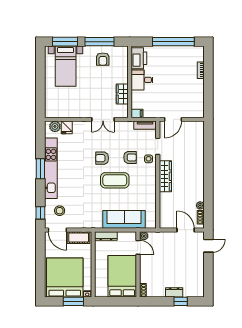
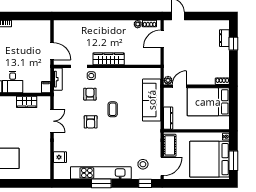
plant: (55, 126) -> (59, 169), removed
coffee table: (115, 180) -> (113, 109), width x0.54, depth x0.58
dresser: (174, 292) -> (224, 38), moved
window: (73, 301) -> (233, 161), moved

